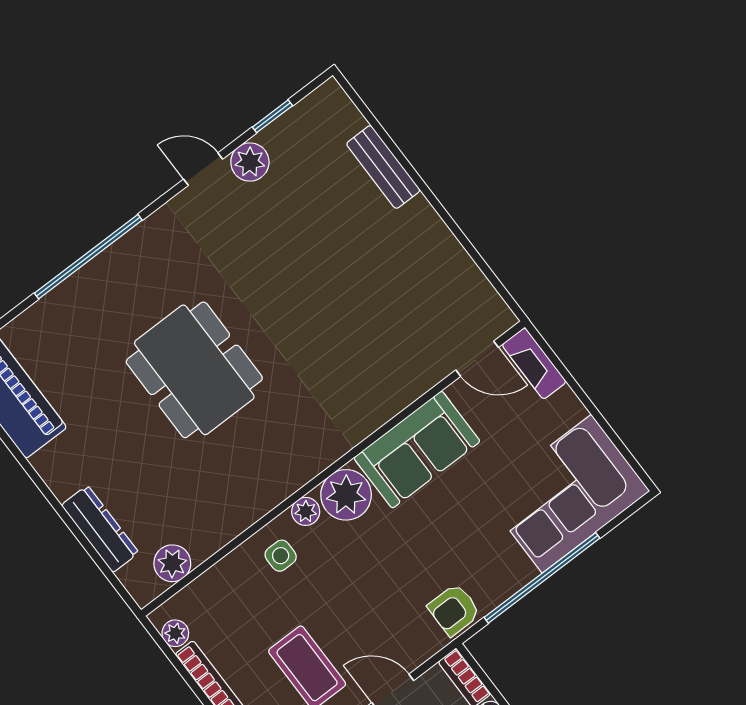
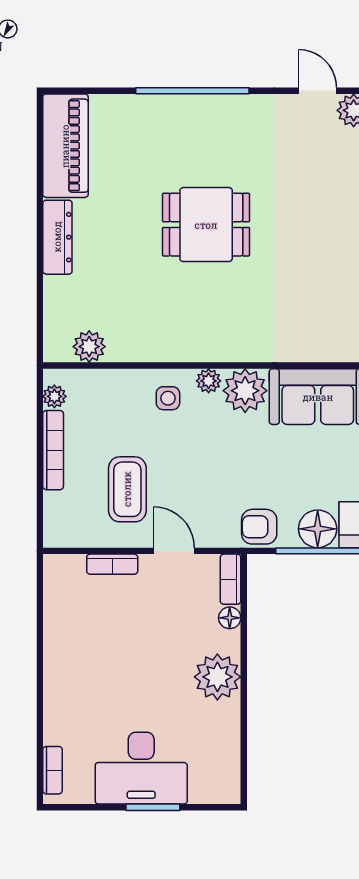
dining table: (194, 370) -> (206, 225), width x0.73
dresser: (100, 529) -> (57, 237), moved
floor lamp: (509, 571) -> (318, 529), added

